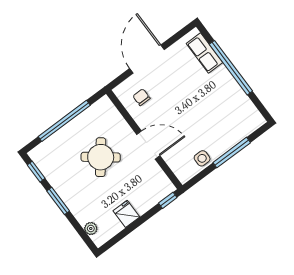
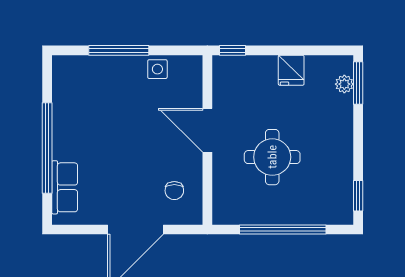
round table: (101, 157) -> (272, 157), turned -38
window: (58, 201) -> (358, 83), moved

